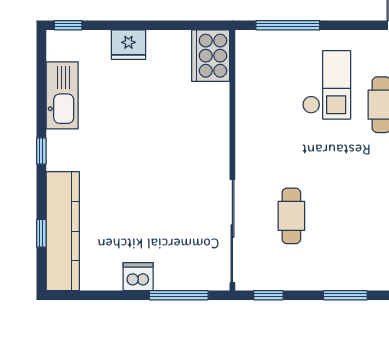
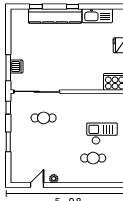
checkout: (327, 85) -> (102, 134), turned 180
kitchen counter: (63, 231) -> (55, 16), moved
dishwasher: (138, 277) -> (17, 67), moved

